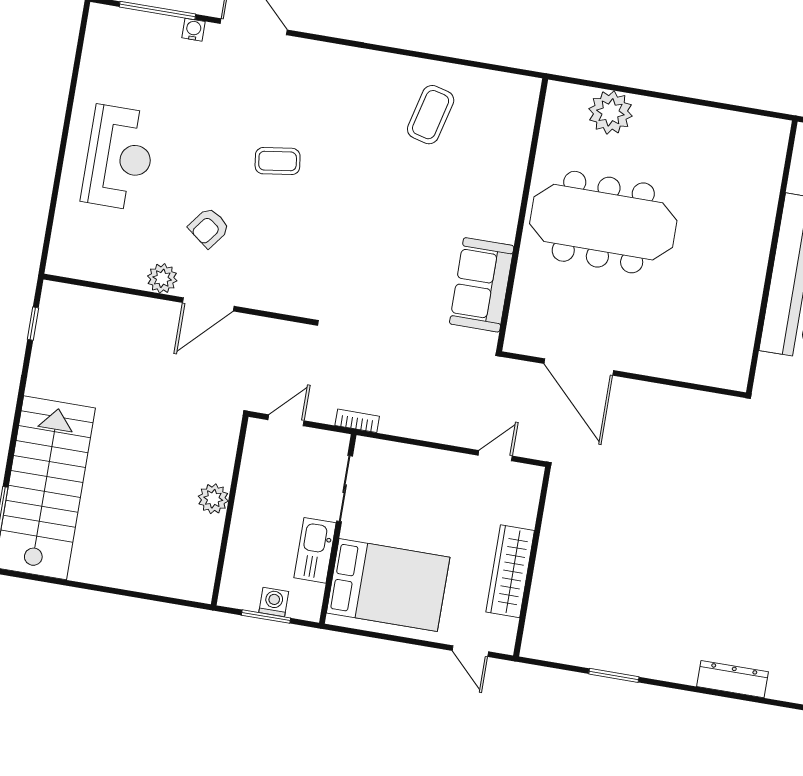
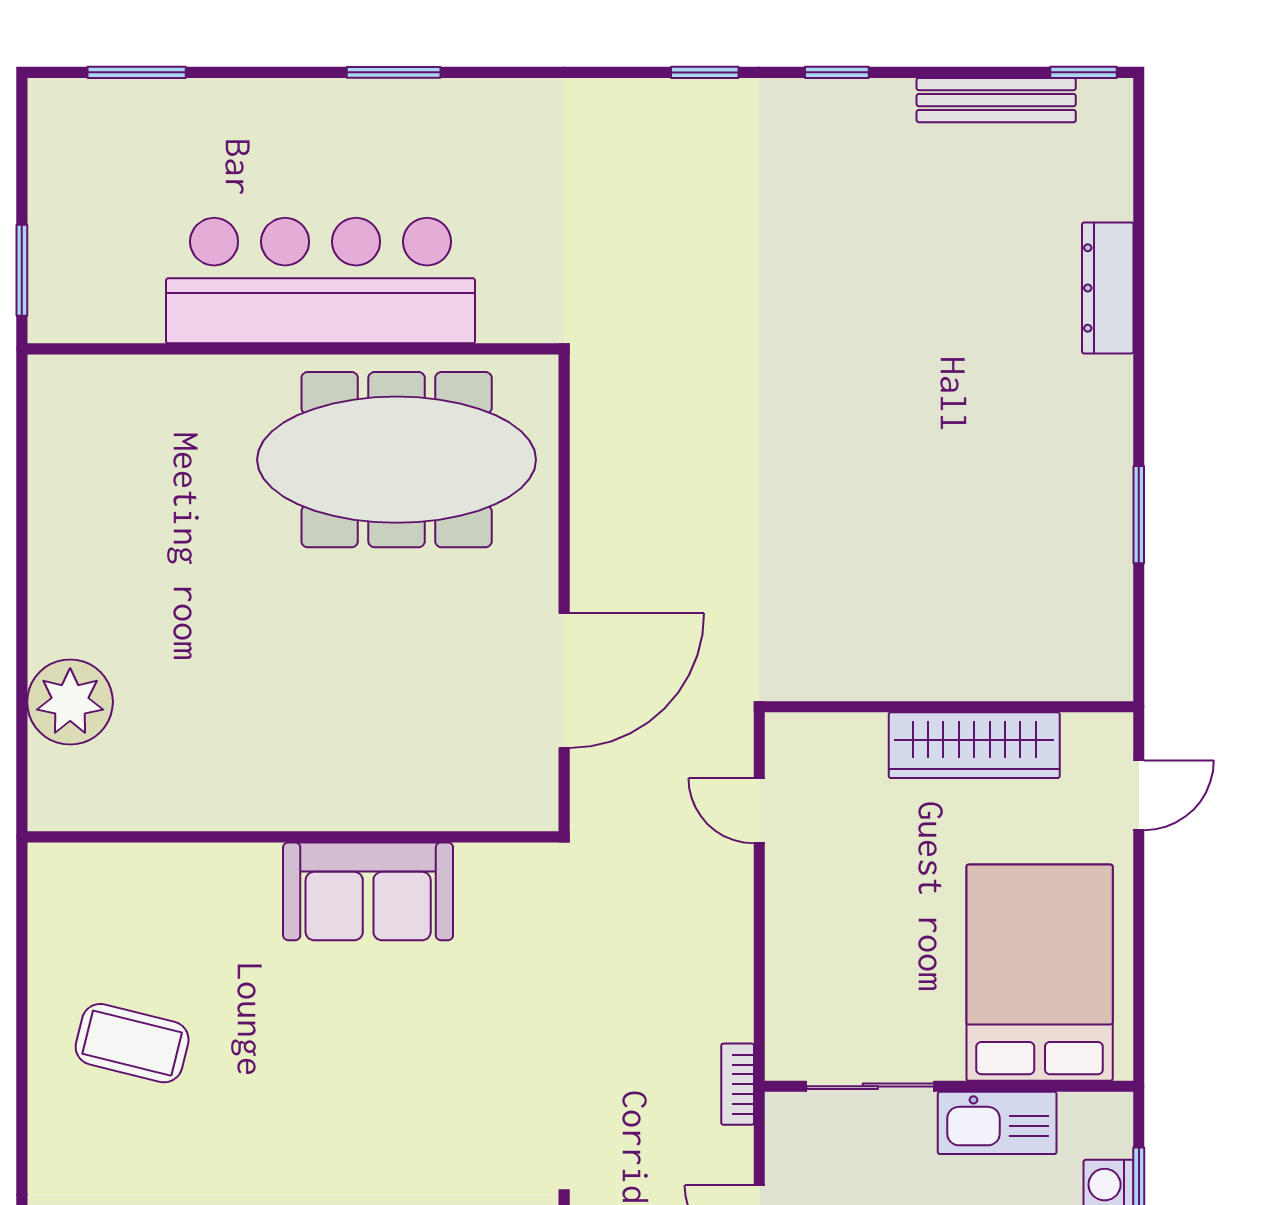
meeting table: (603, 222) -> (397, 460), moved, turned 90
sofa: (482, 285) -> (368, 891), moved

